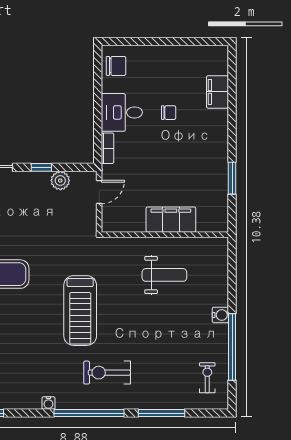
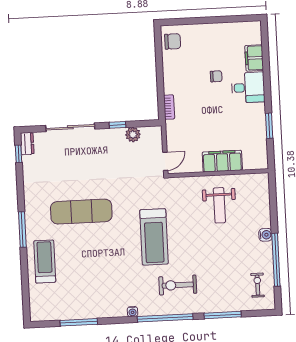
desk: (122, 112) -> (248, 88), moved, turned 180
door: (99, 192) -> (165, 161), moved
weight bench: (164, 275) -> (219, 205), turned 90

